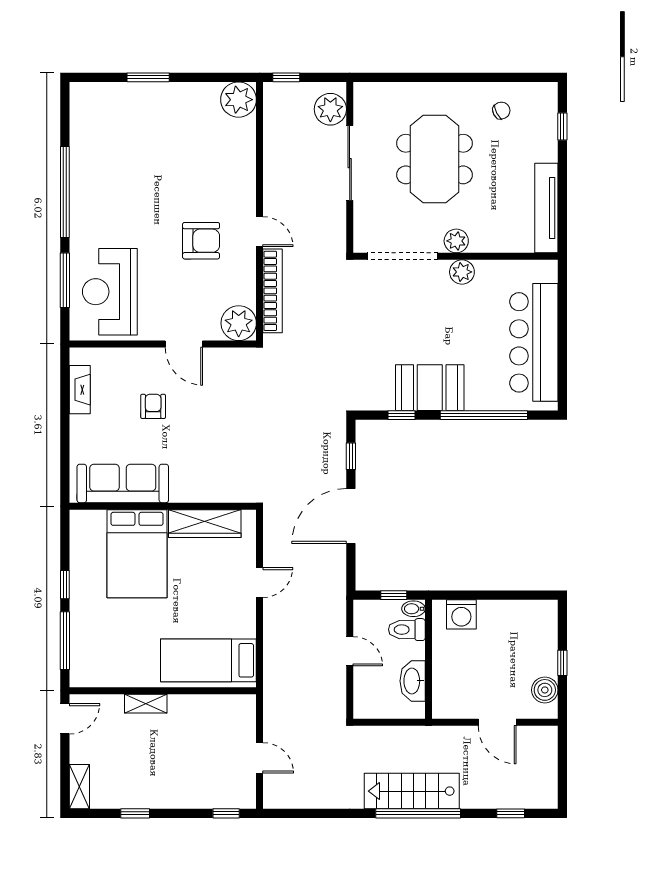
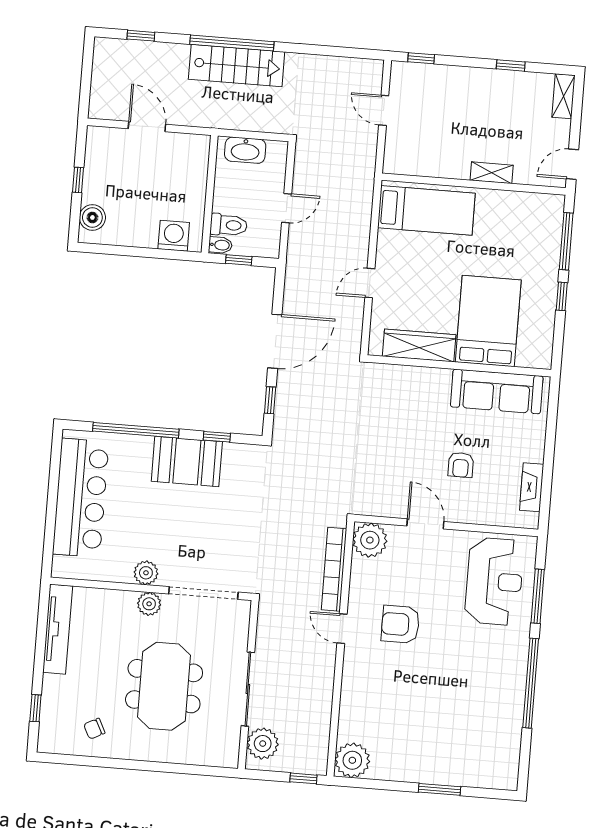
door: (350, 651) -> (287, 208), swing flipped
washbasin: (413, 681) -> (245, 150), moved, turned 90
boiler: (545, 690) -> (92, 217), moved

